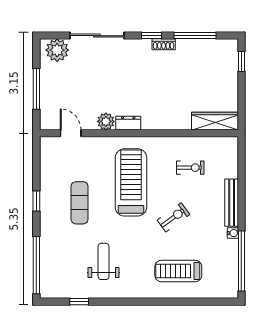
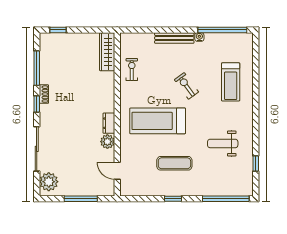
door: (71, 133) -> (117, 171), hinge flipped
exercise bike: (190, 168) -> (132, 70), moved

